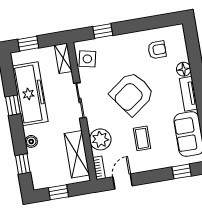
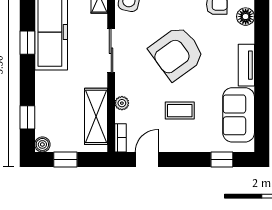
floor lamp: (184, 69) -> (246, 17), moved
coffee table: (142, 138) -> (180, 111), turned 90
plant: (100, 139) -> (122, 103), width x0.53, depth x0.53
boiler: (31, 141) -> (42, 144), moved

